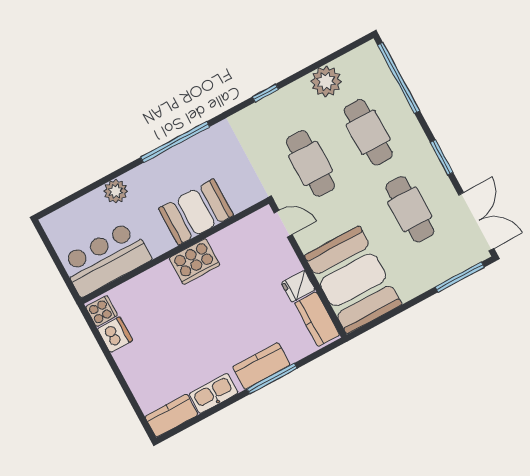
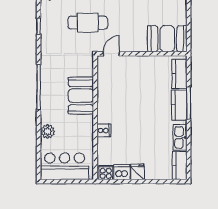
bar counter: (106, 259) -> (65, 166), moved, turned 90
cooker: (194, 262) -> (104, 131), moved, width x0.53, depth x0.76
booth: (353, 280) -> (167, 39), width x0.73, depth x0.70
fridge: (298, 286) -> (138, 172), moved, turned 180
kitchen counter: (317, 319) -> (179, 74), moved, turned 90

